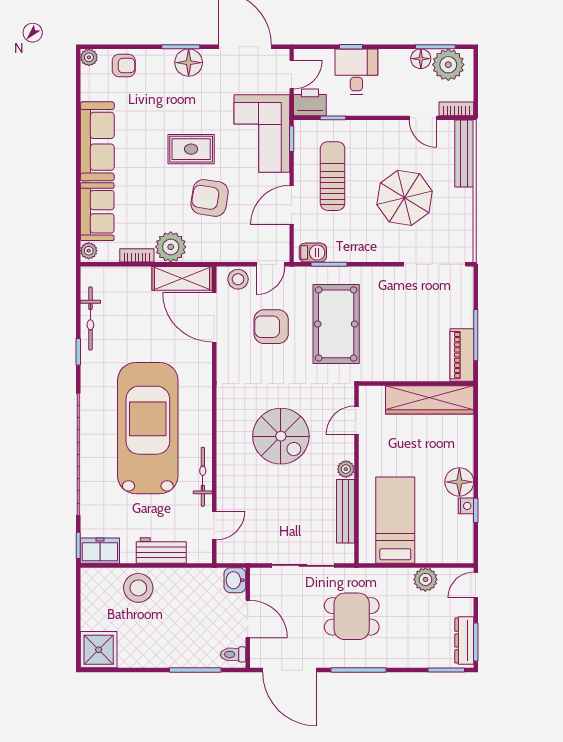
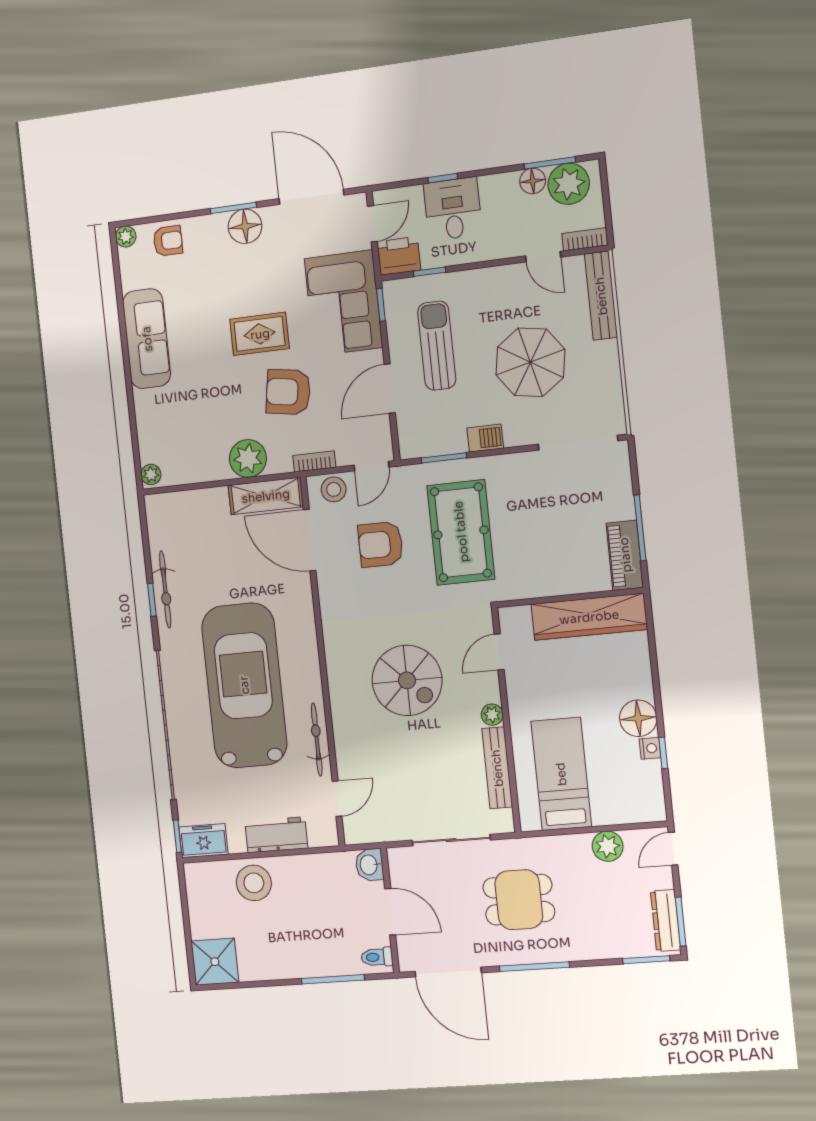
sofa: (97, 212) -> (156, 425), removed
barbecue: (313, 253) -> (485, 438), moved
bookcase: (137, 255) -> (314, 461), moved
bicycle: (90, 318) -> (165, 589), moved

